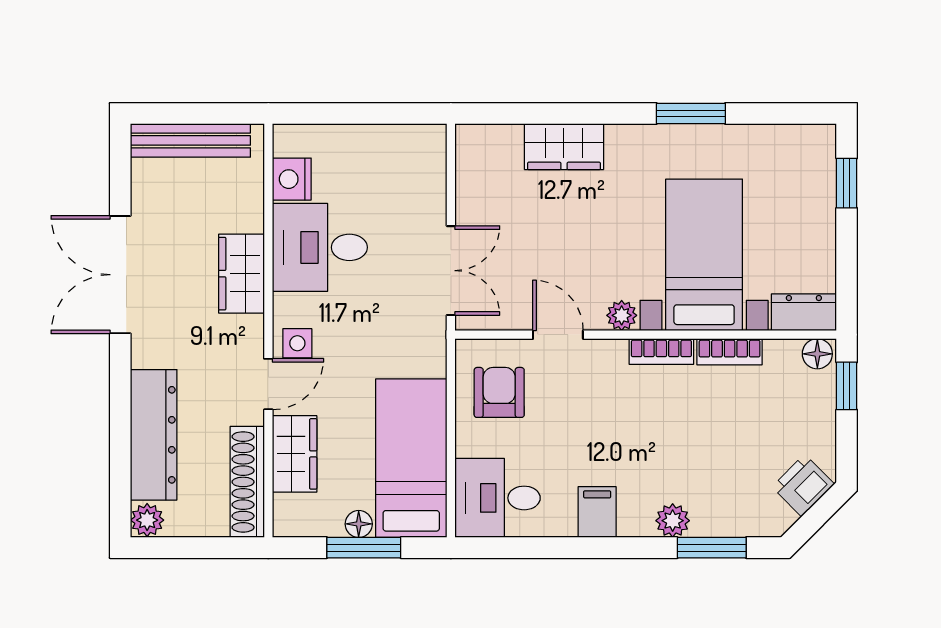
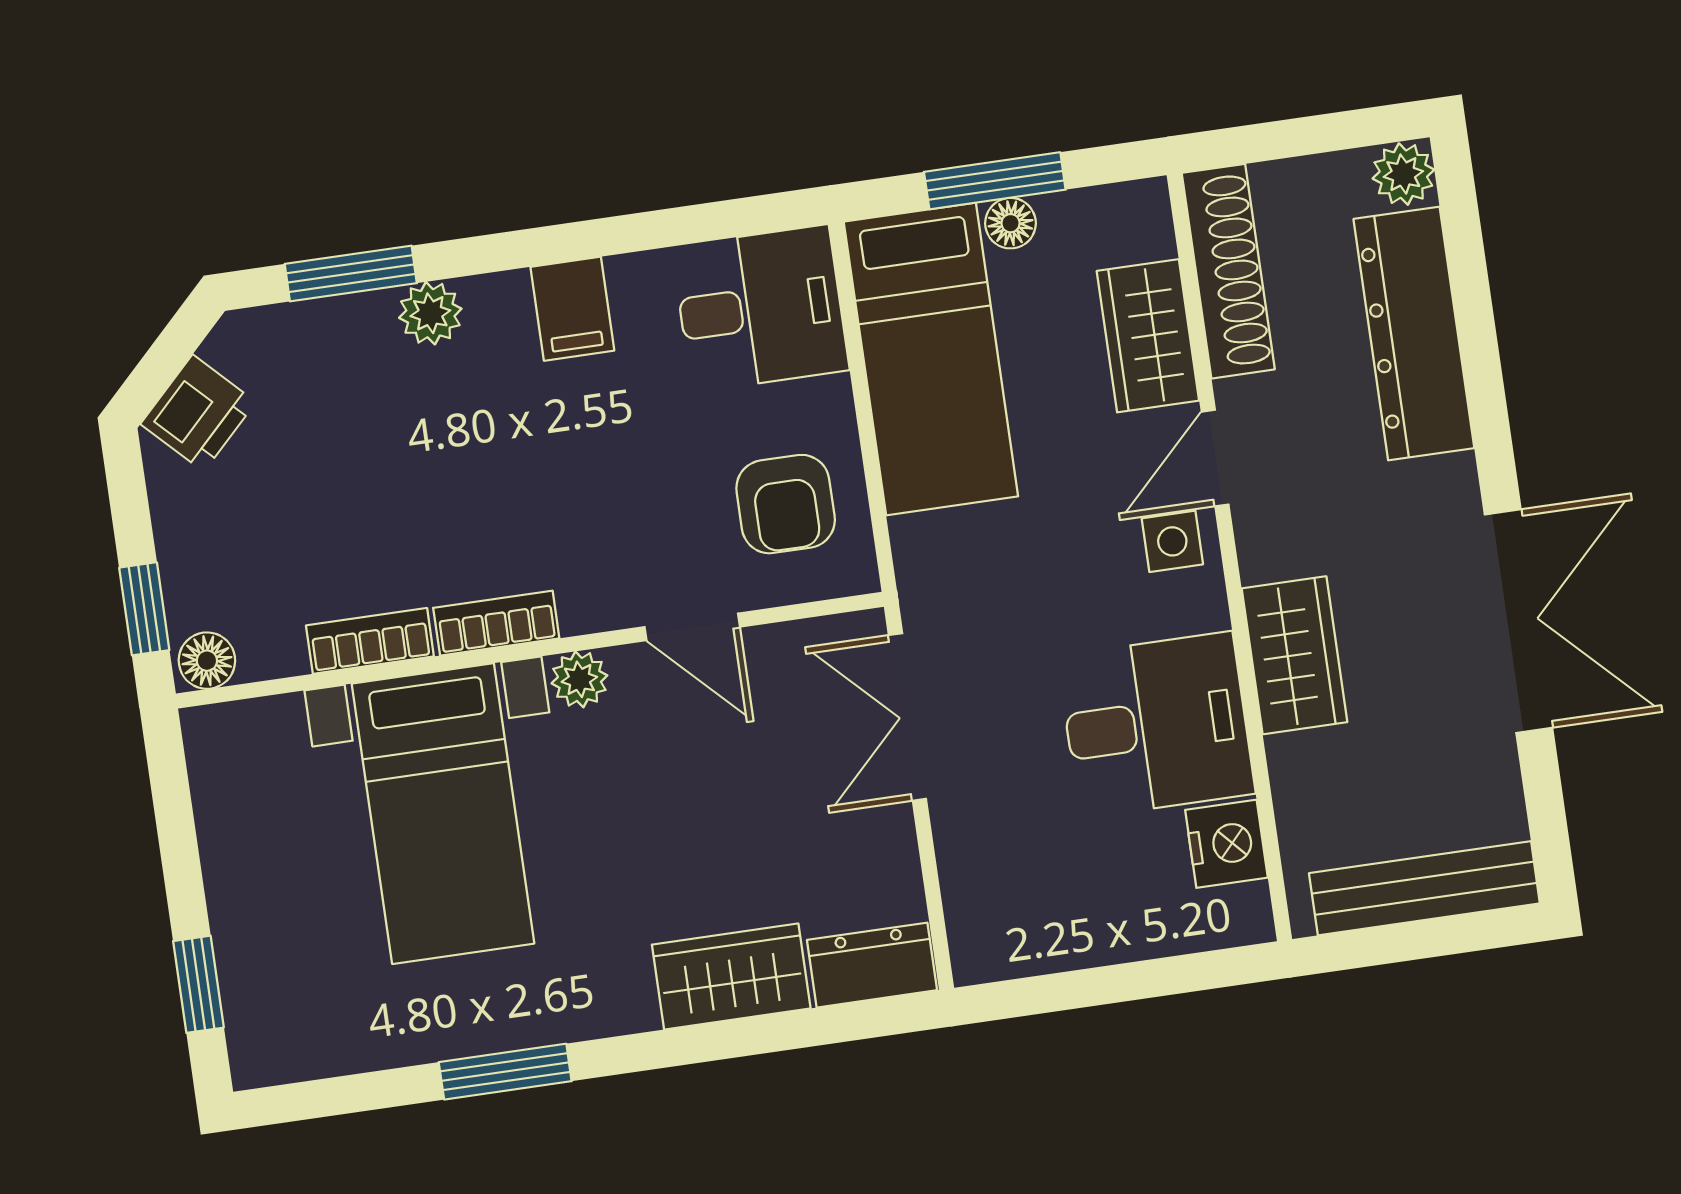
dresser: (804, 312) -> (872, 965), moved, turned 180

